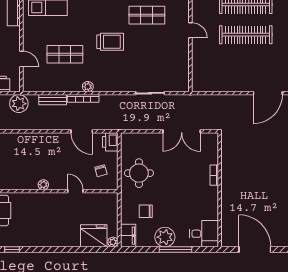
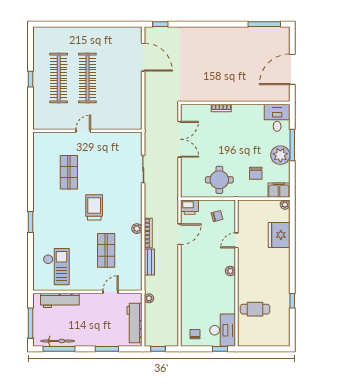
plant: (19, 104) -> (149, 298), width x0.53, depth x0.53
fridge: (94, 236) -> (279, 235), moved

